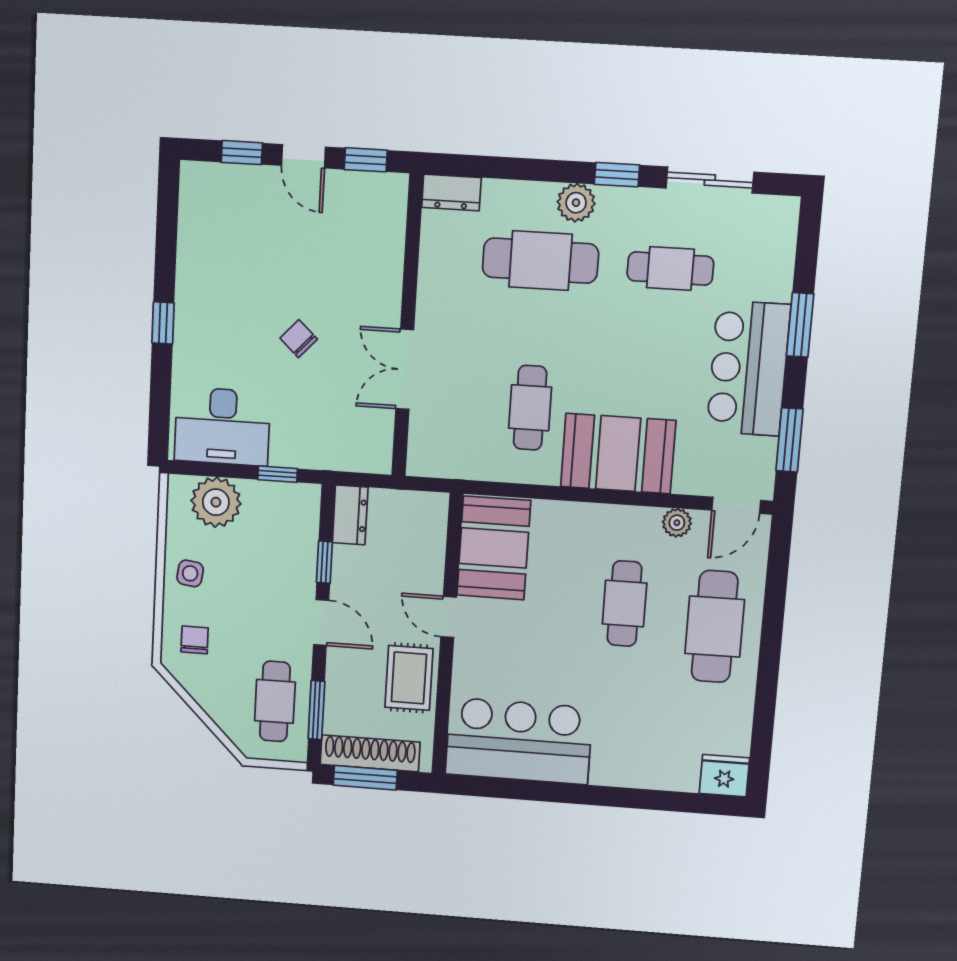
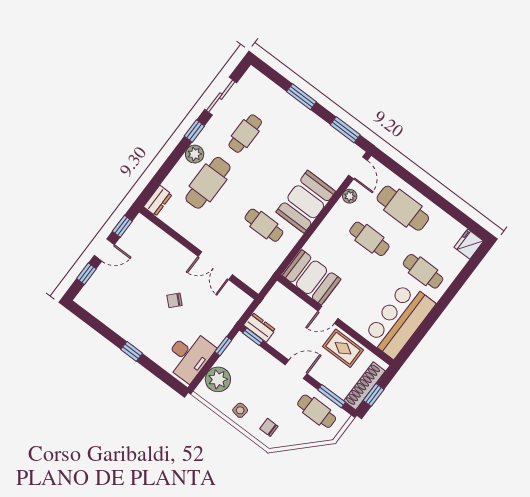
bar counter: (748, 368) -> (305, 128), removed
window: (324, 562) -> (253, 337), moved
cafe table: (628, 729) -> (423, 271), added
window: (365, 778) -> (374, 395), width x0.67

